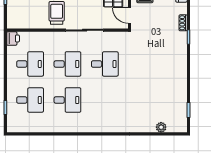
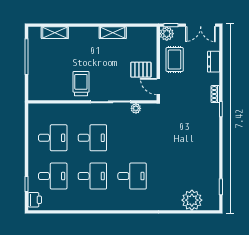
plant: (108, 36) -> (136, 108), added
printer: (13, 38) -> (35, 200), moved
desk: (105, 64) -> (132, 176), moved
plant: (161, 127) -> (192, 200), width x1.87, depth x1.87

